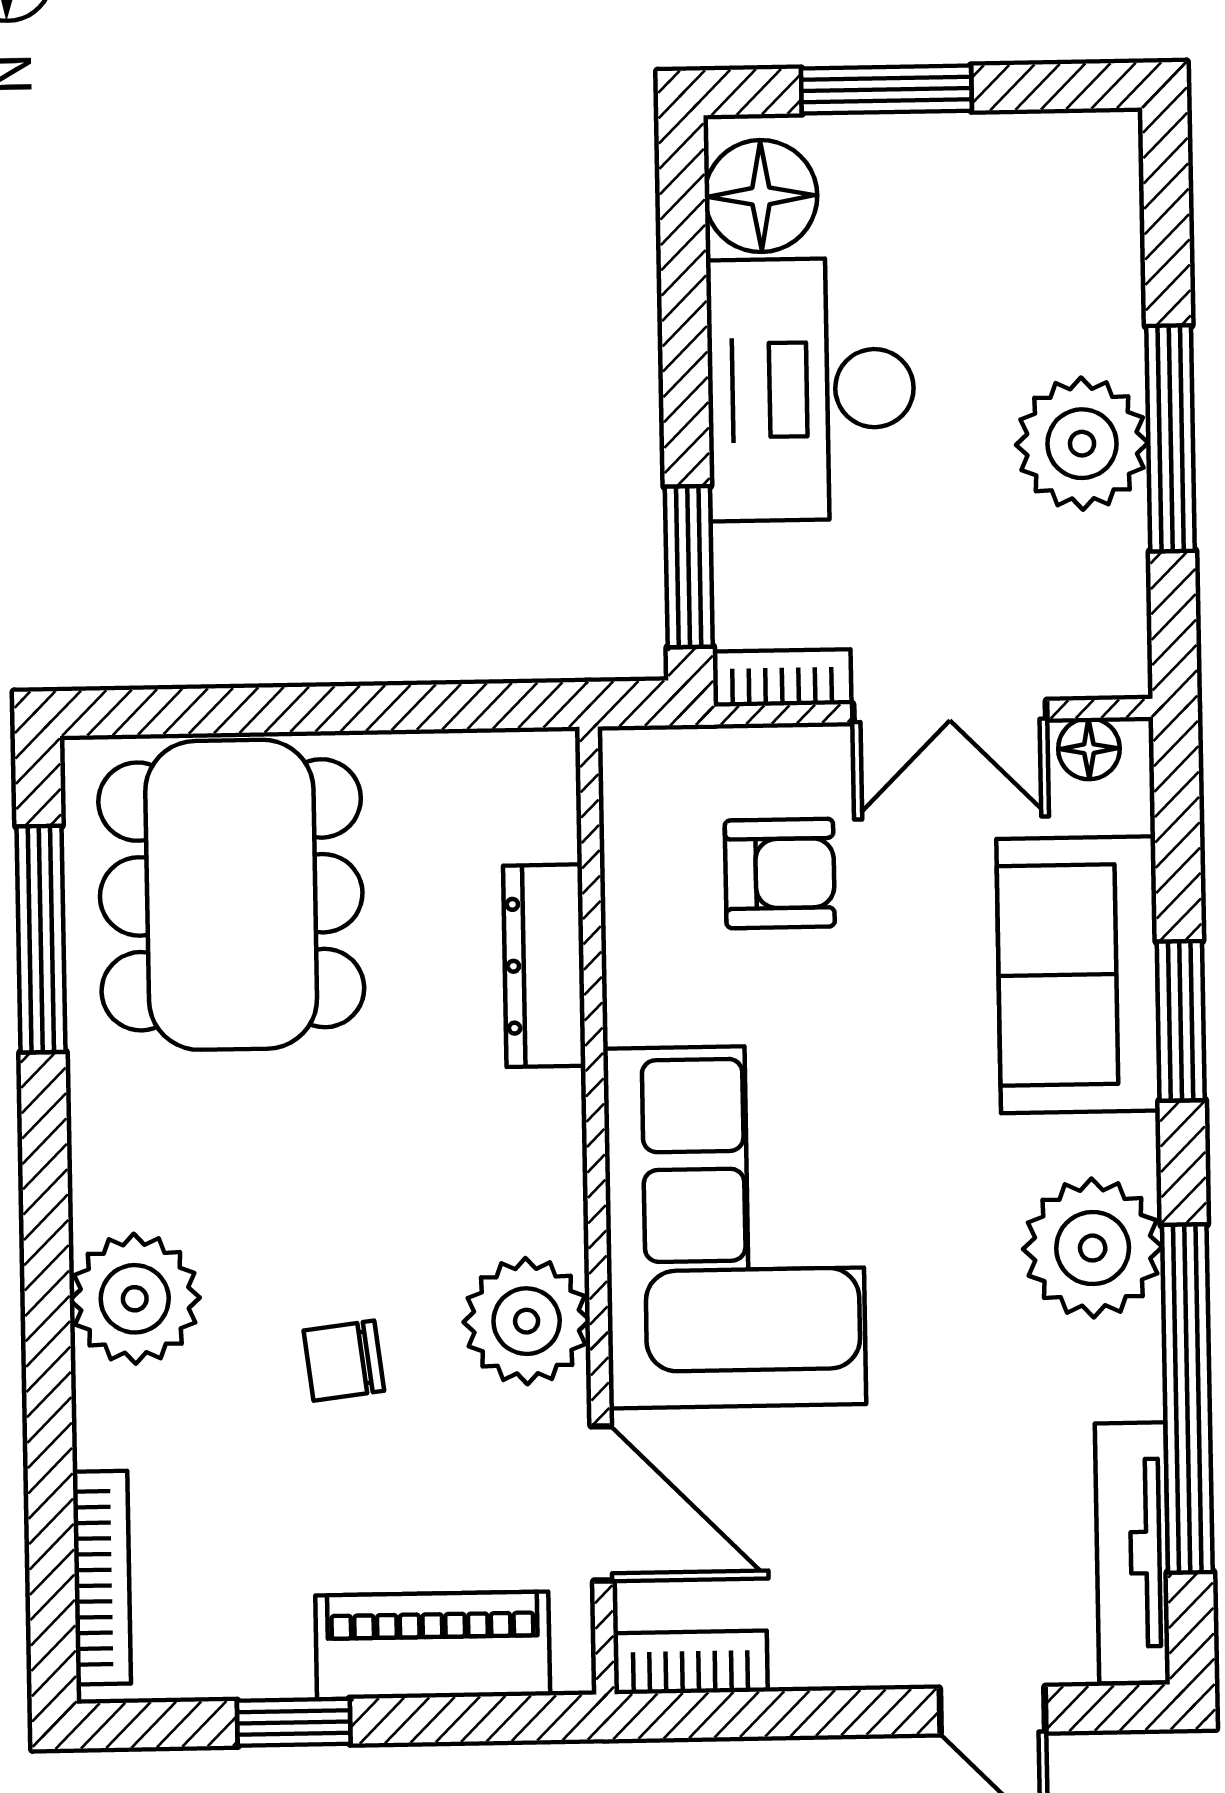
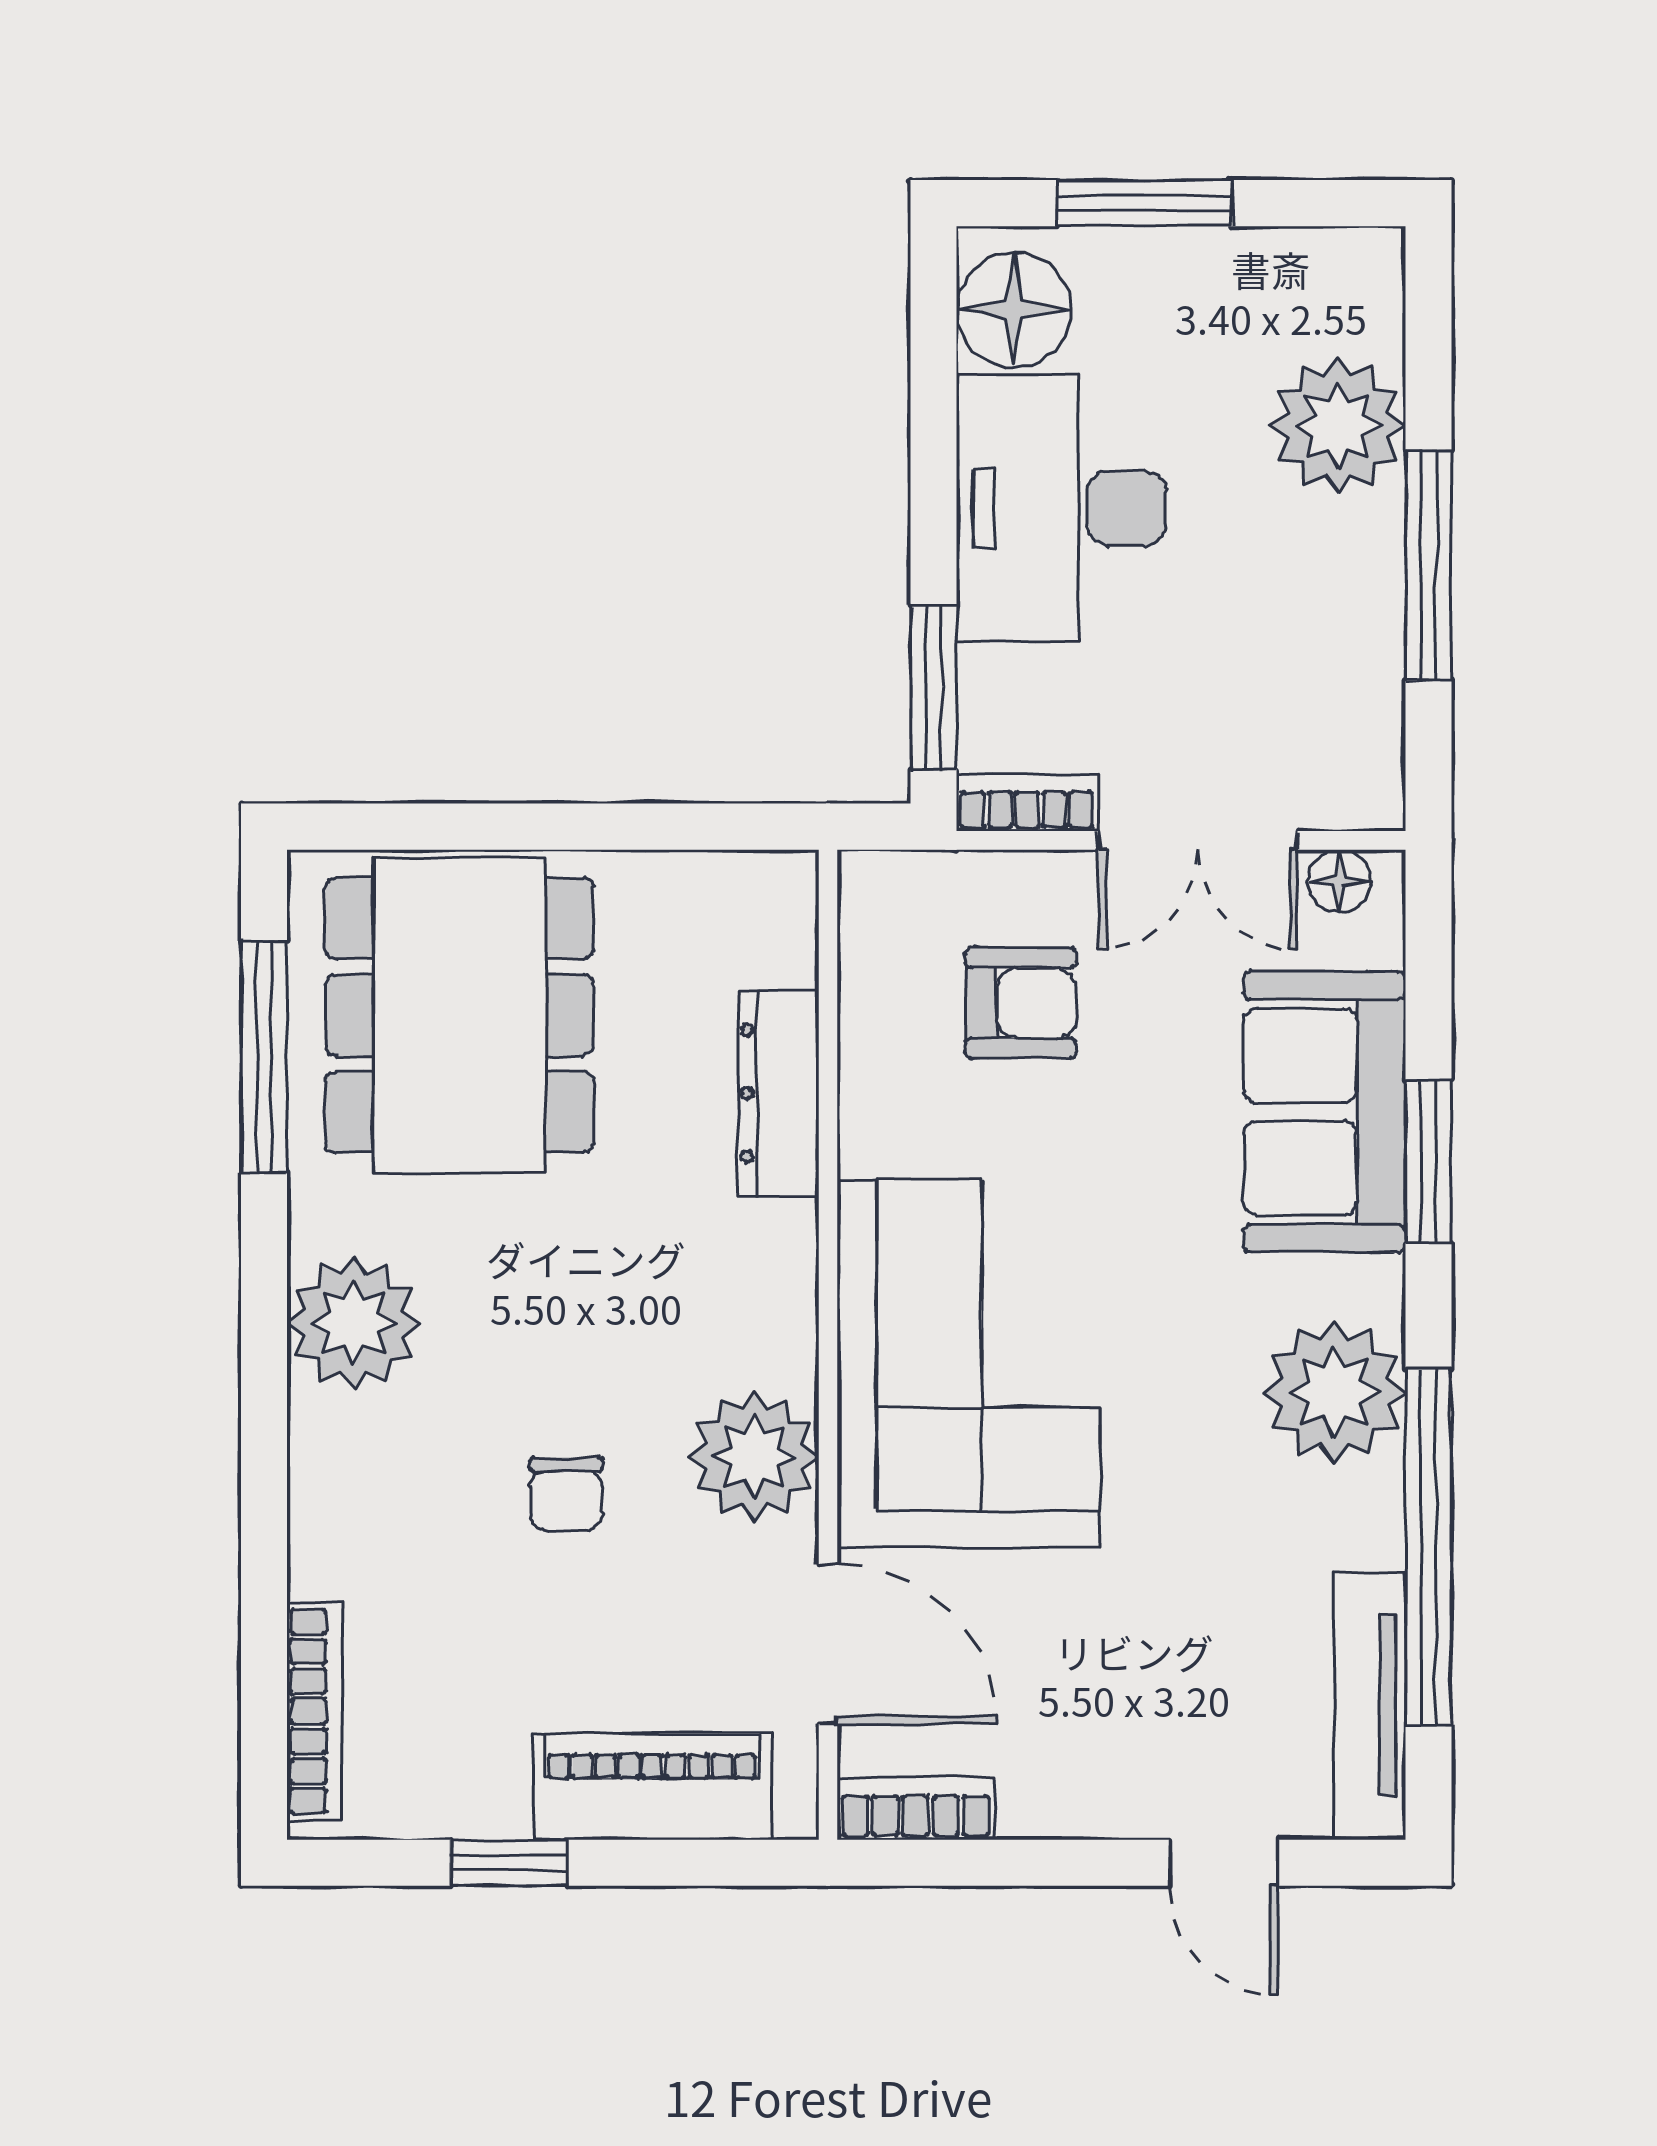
plant: (1082, 444) -> (1338, 426), moved
plant: (135, 1299) -> (354, 1323), moved
chair: (344, 1361) -> (566, 1494), turned -83

